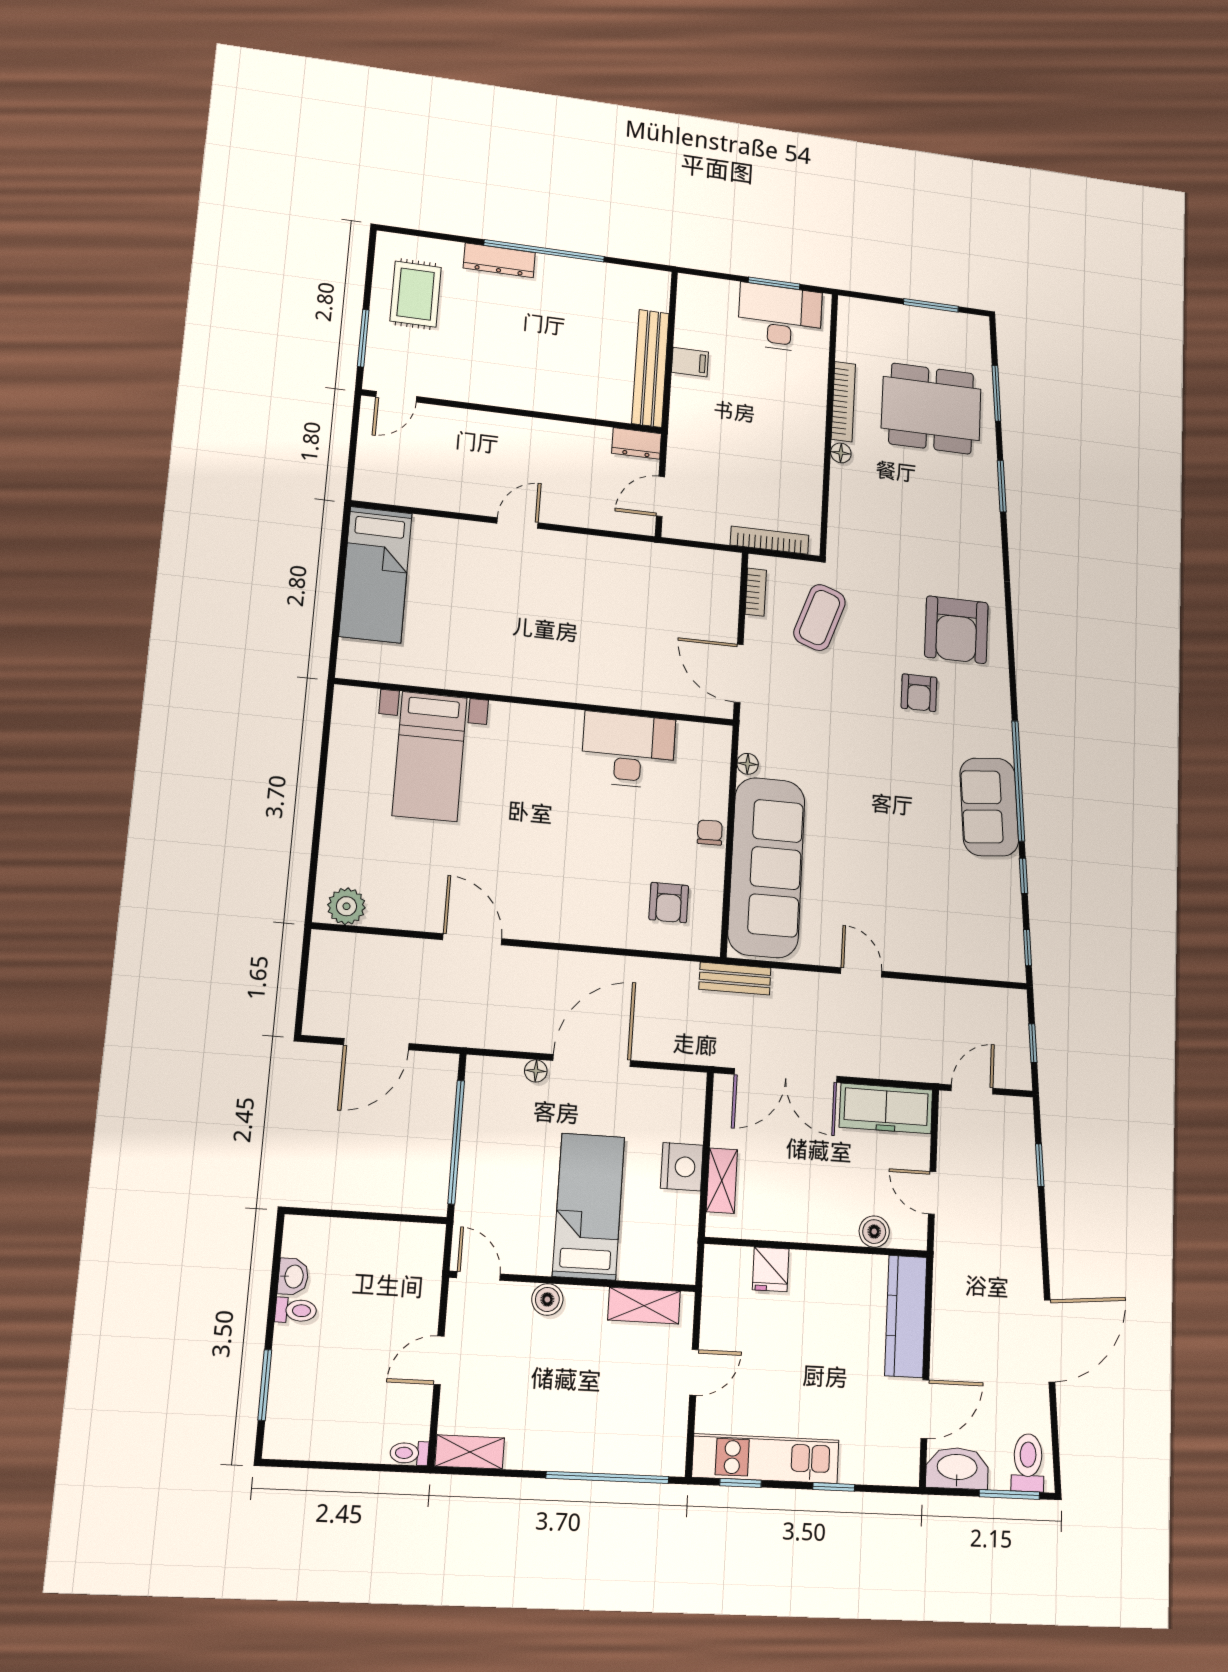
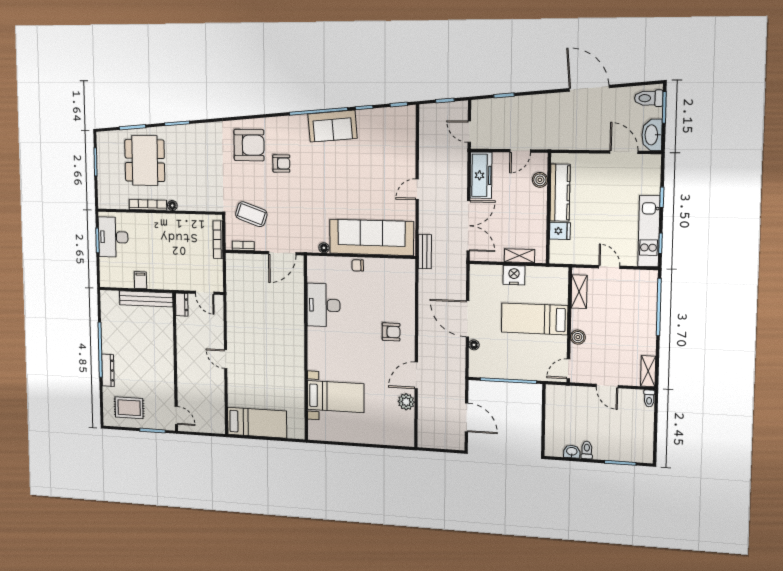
armchair: (669, 903) -> (391, 332), moved
plant: (346, 906) -> (406, 402), moved
kitchen counter: (906, 1316) -> (560, 193), moved, turned -90

